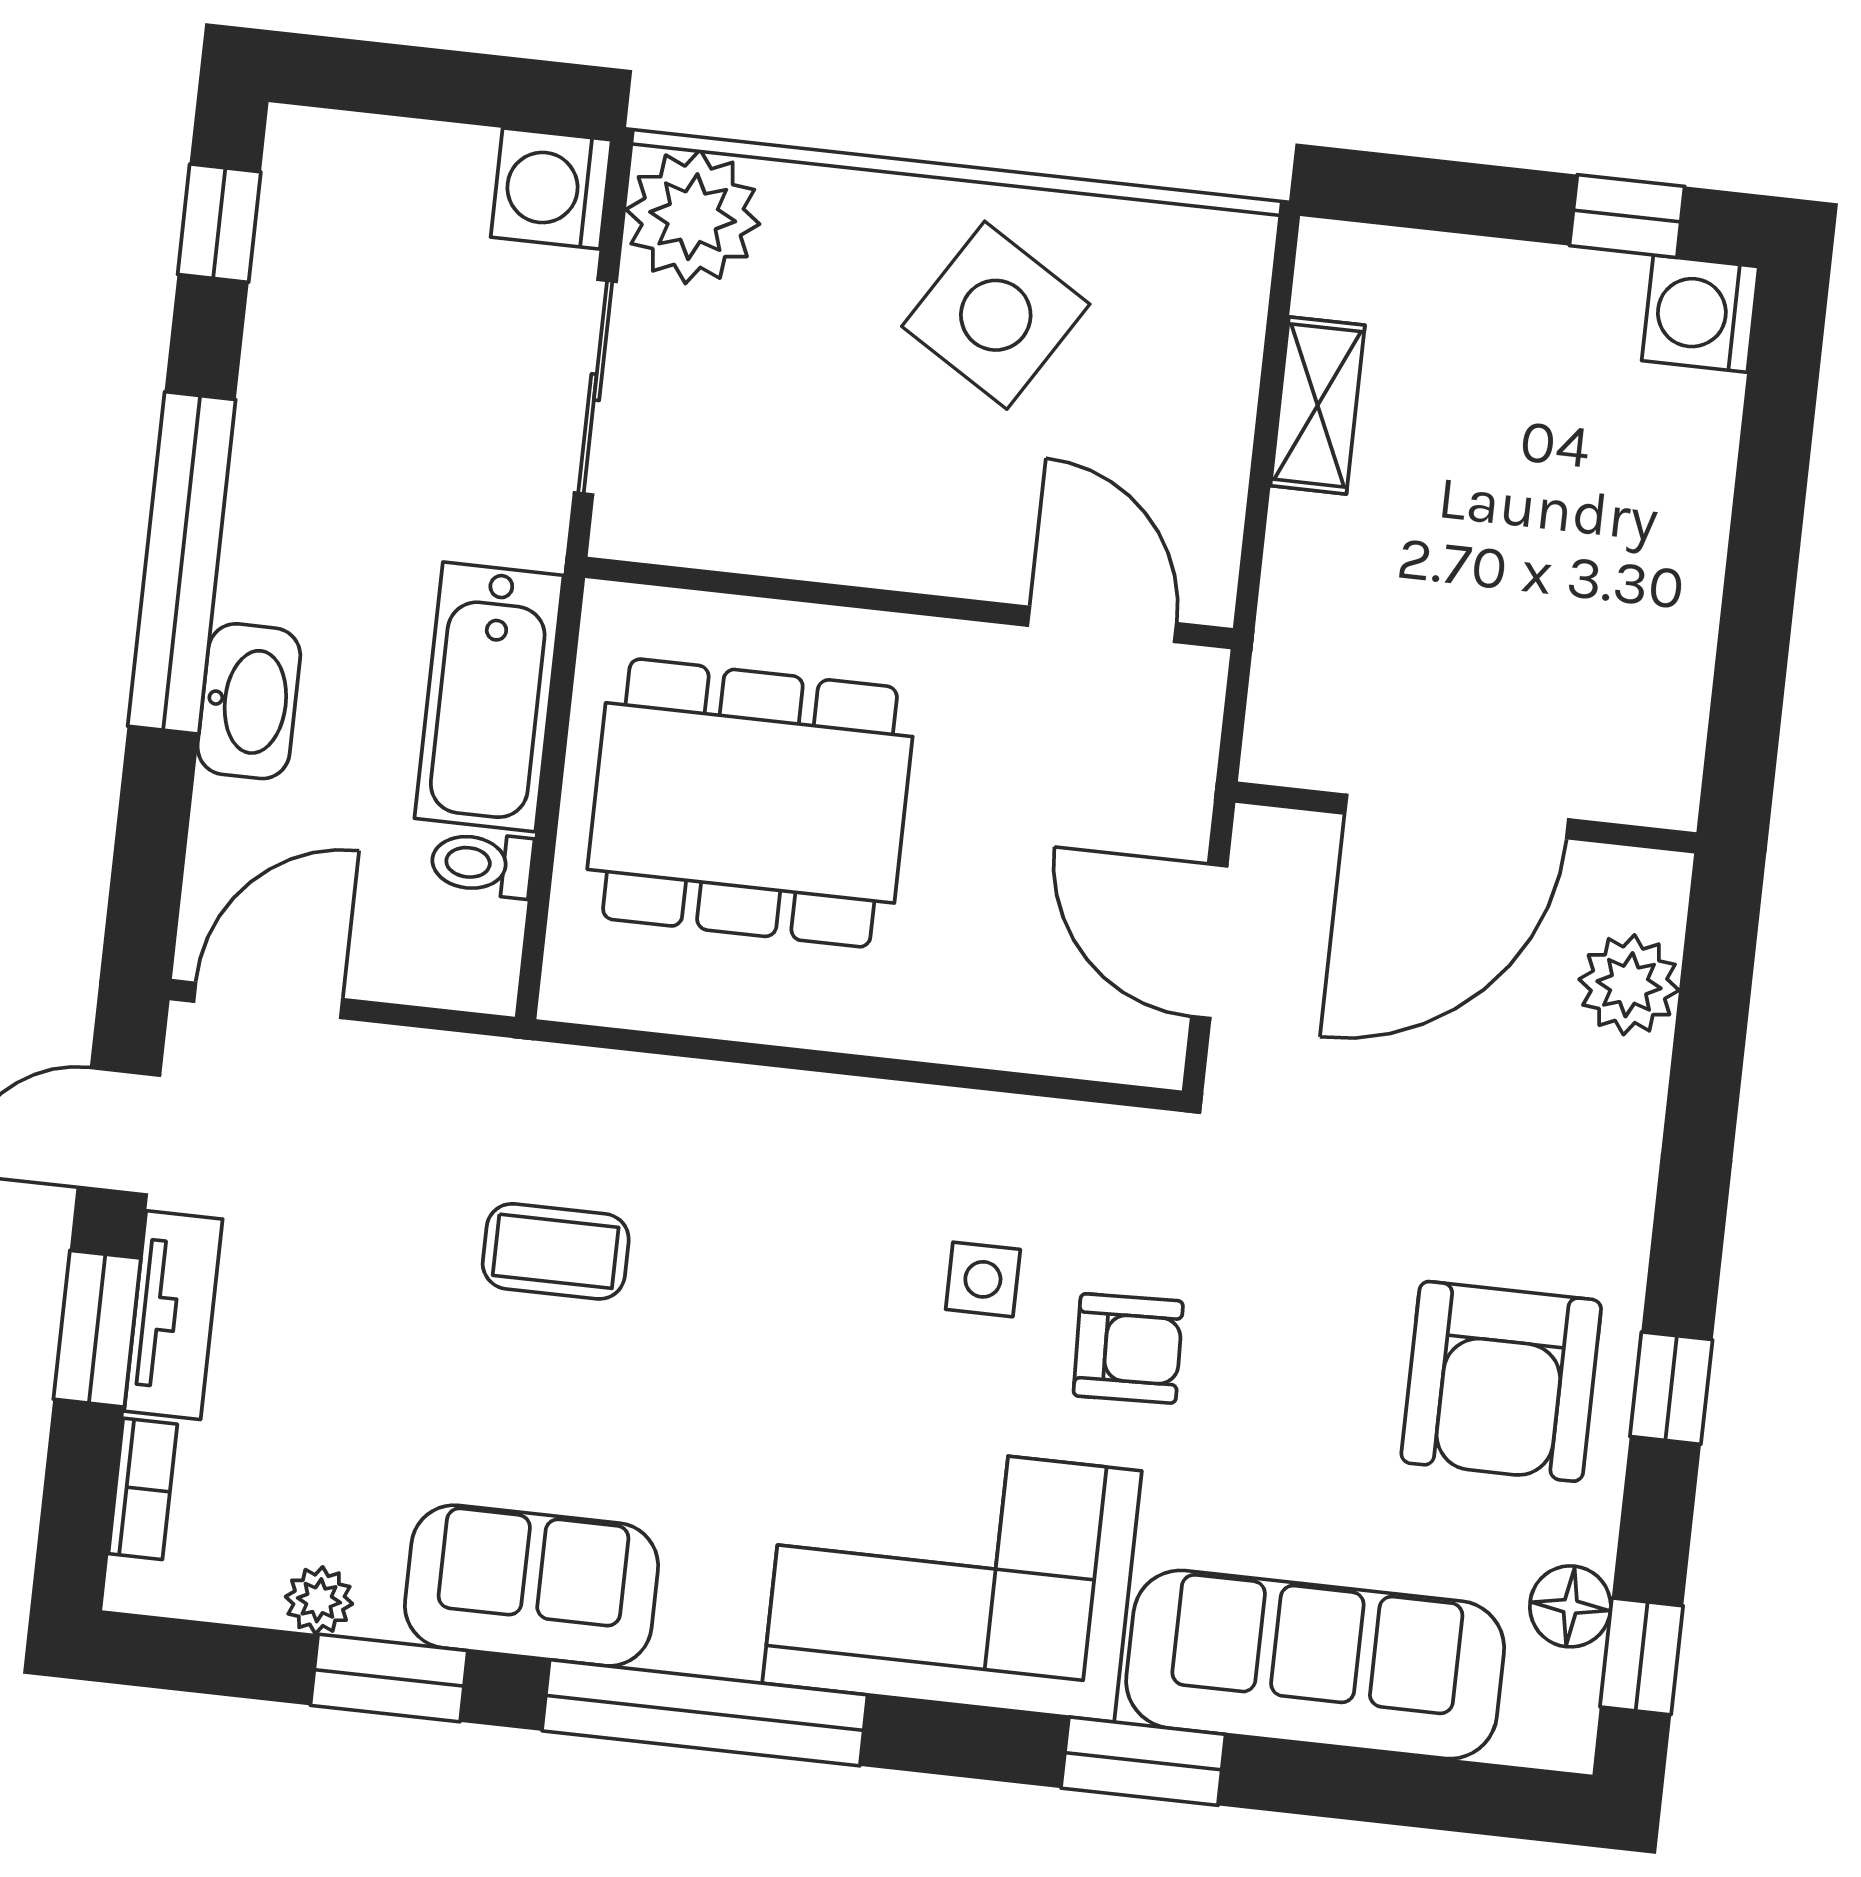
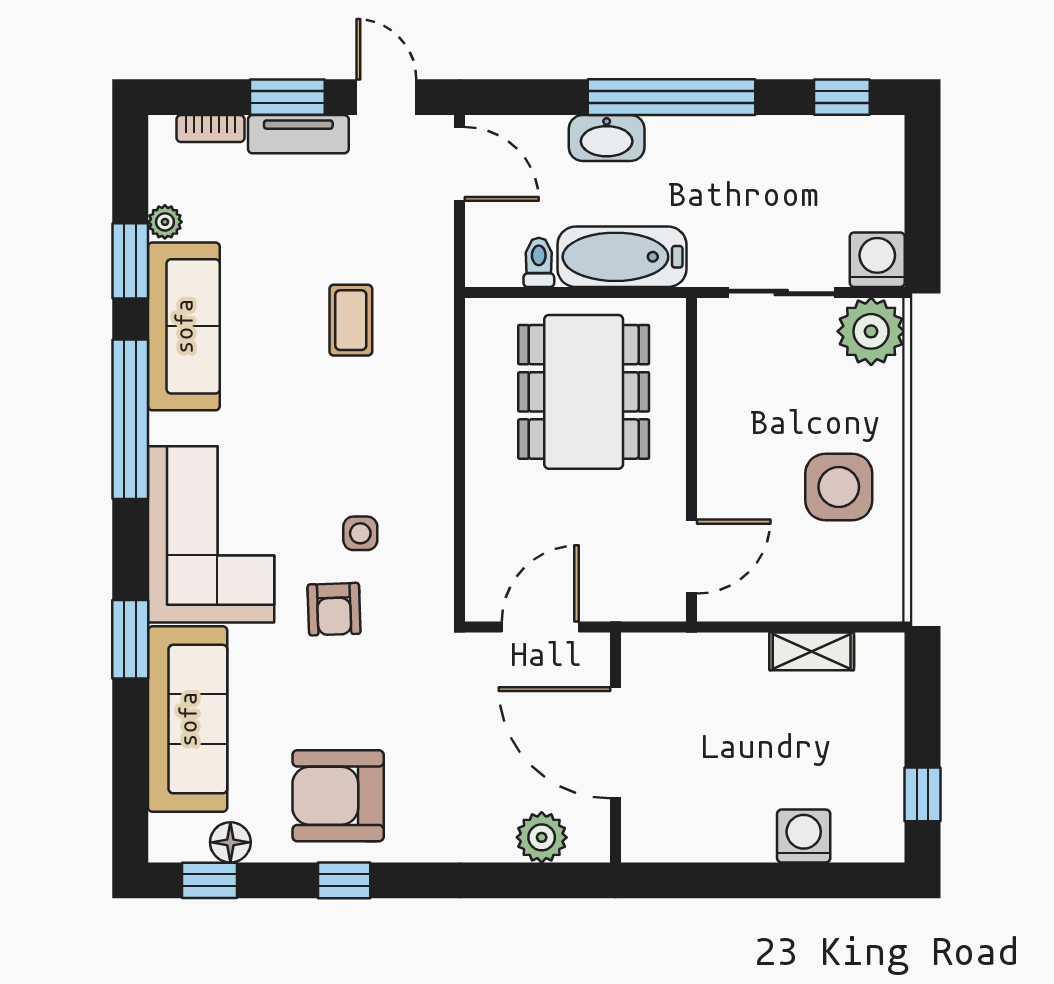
washing machine: (1700, 314) -> (804, 836), moved
side table: (996, 315) -> (839, 487), turned -32
sofa: (531, 1586) -> (184, 326), width x1.36

